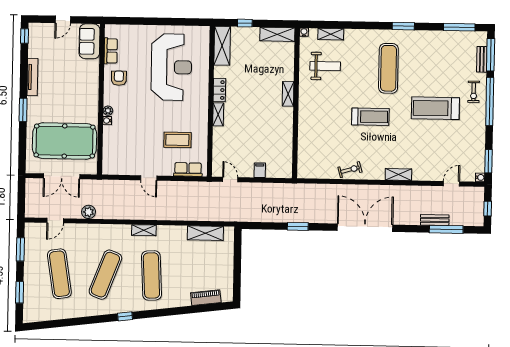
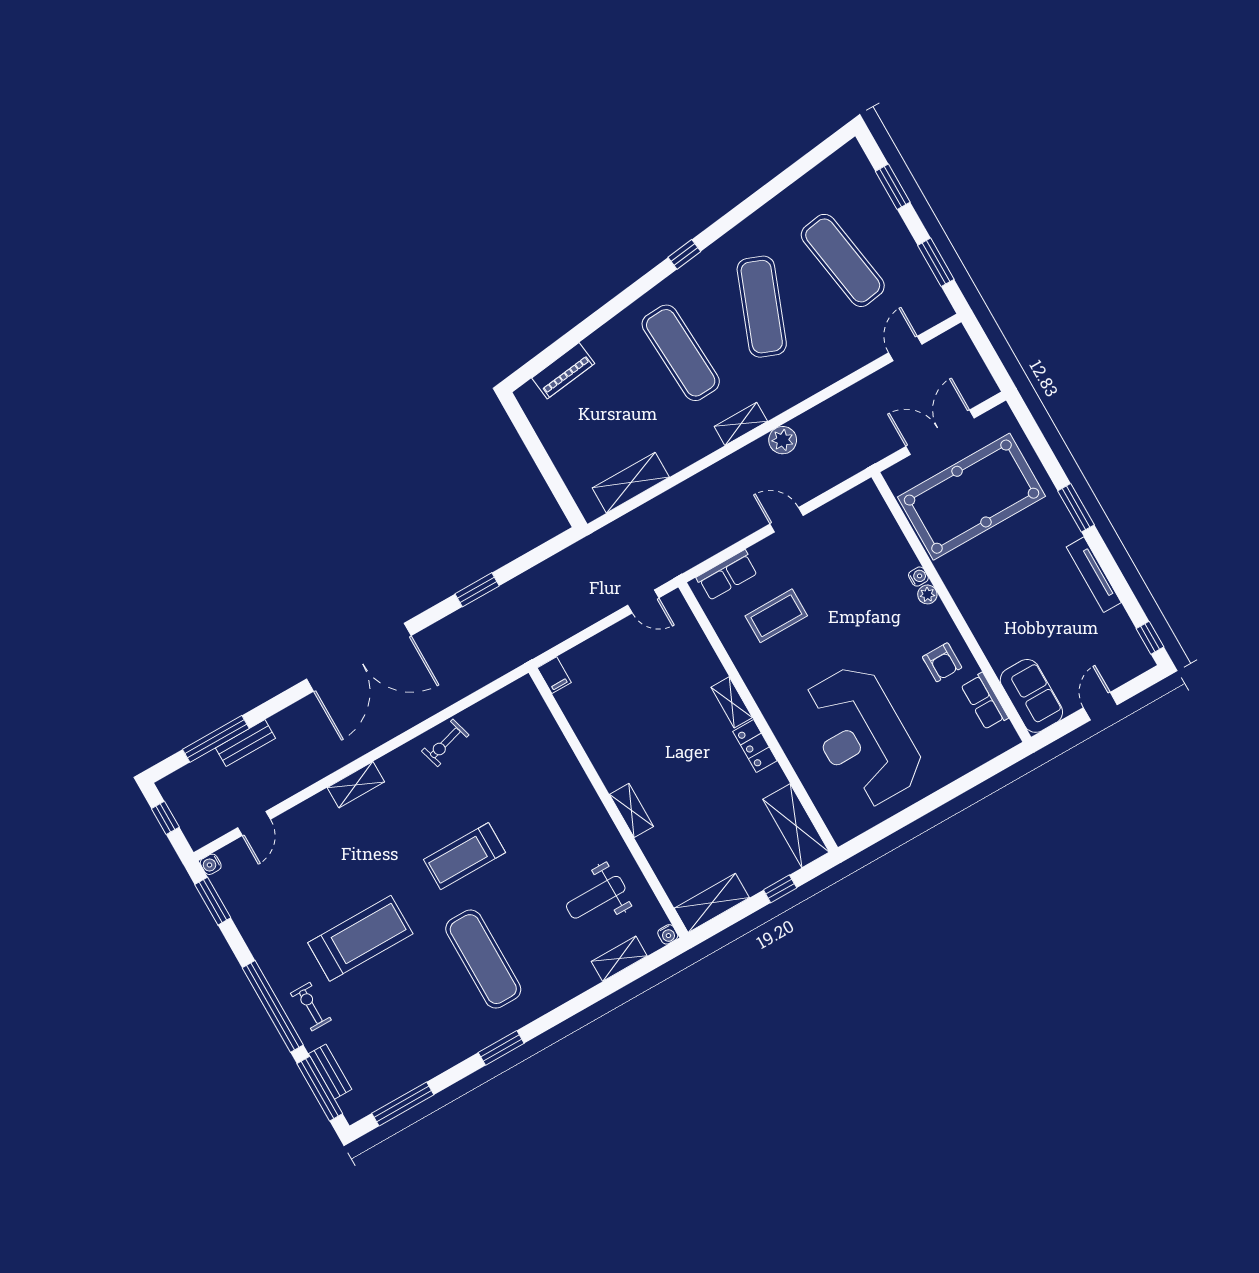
filing cabinet: (260, 170) -> (554, 675), moved
plant: (89, 212) -> (783, 440), moved

